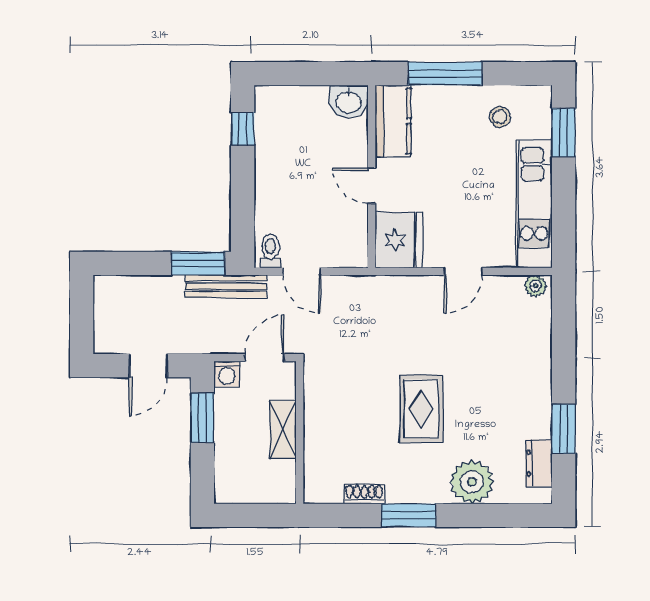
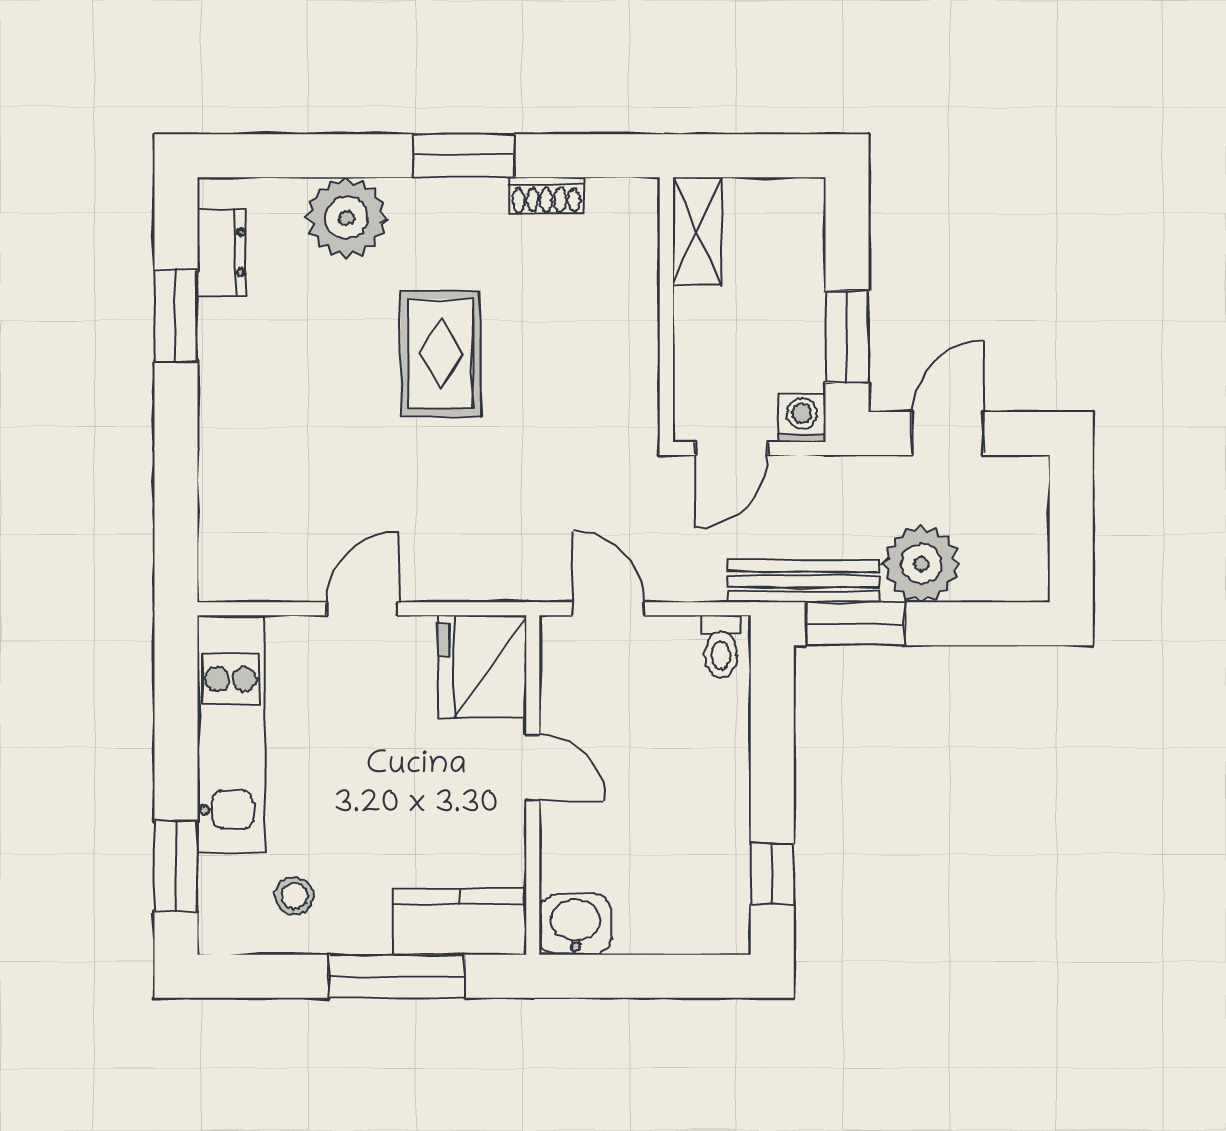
kitchen counter: (393, 121) -> (460, 922), moved, turned 90
door: (302, 271) -> (609, 609), moved
plant: (535, 286) -> (921, 564), moved, width x1.88, depth x1.88
shelving: (283, 429) -> (697, 231), moved

